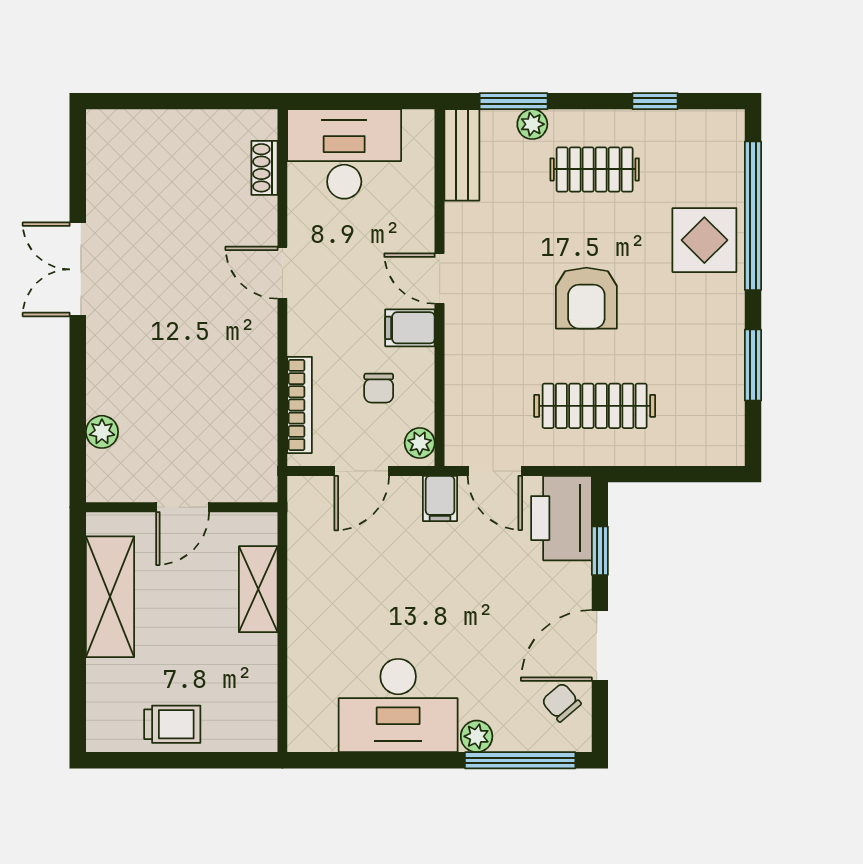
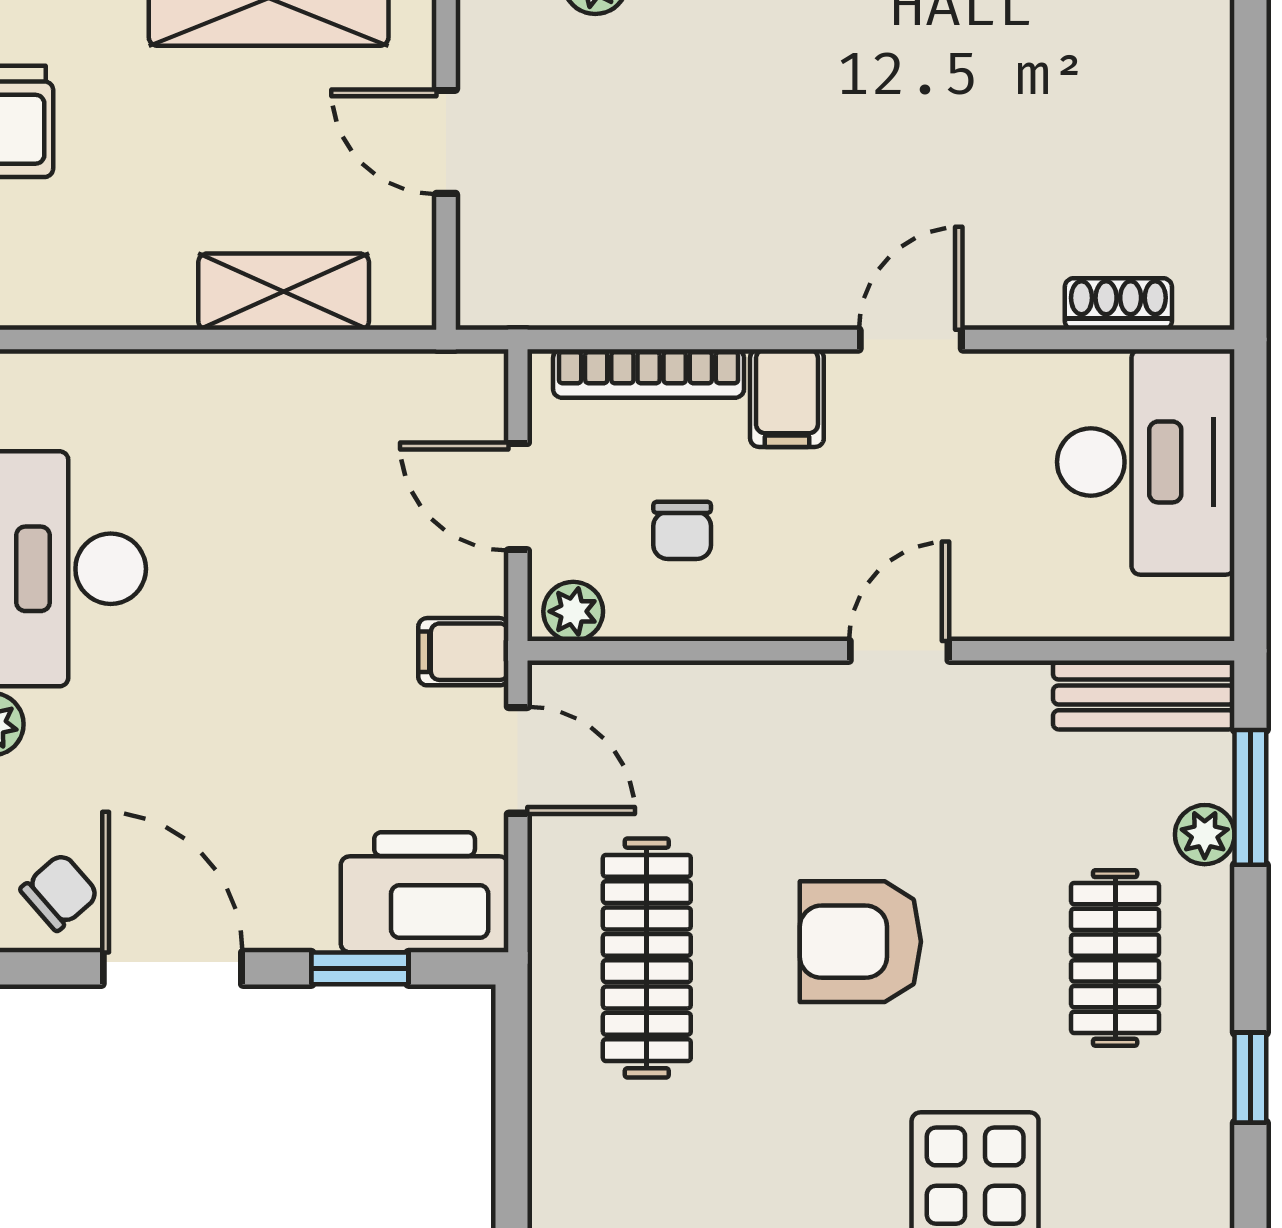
filing cabinet: (410, 328) -> (787, 398), moved, turned 180
chair: (379, 388) -> (682, 530), turned -90
door: (495, 471) -> (518, 760), swing flipped

